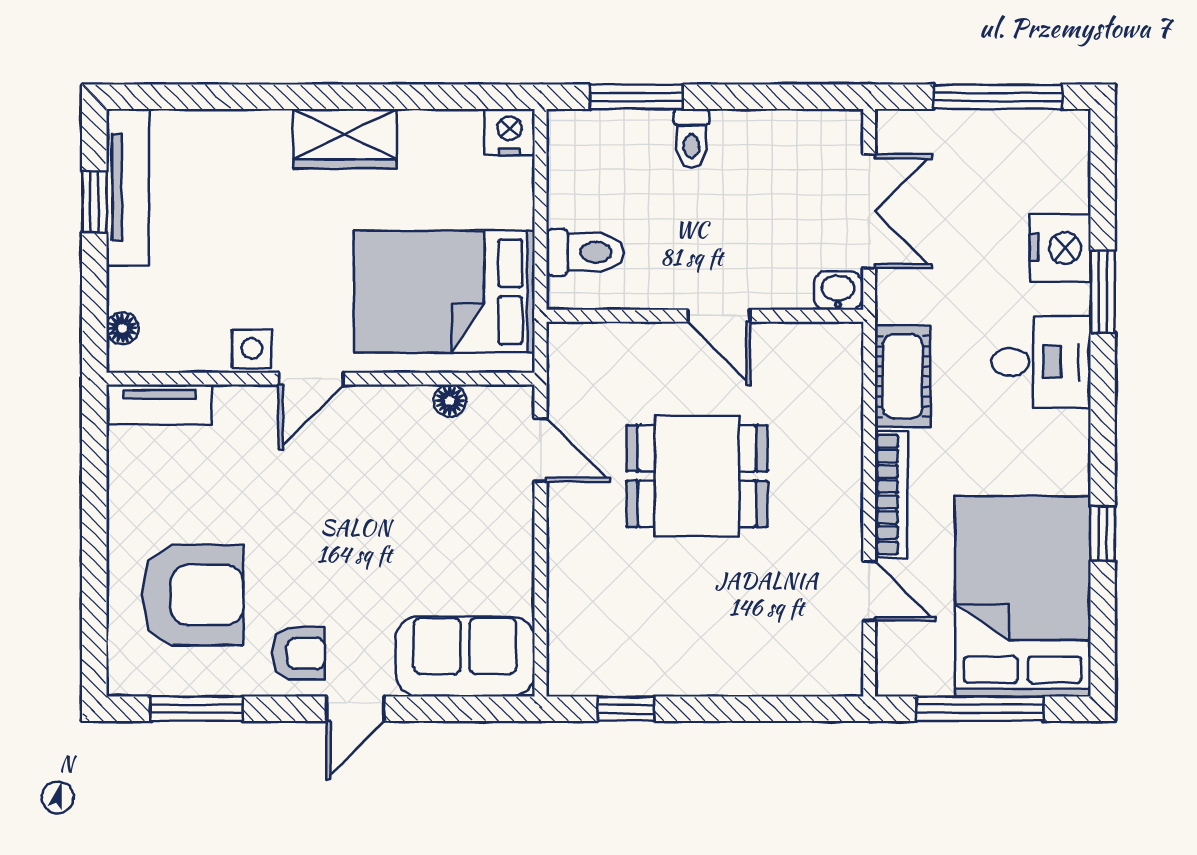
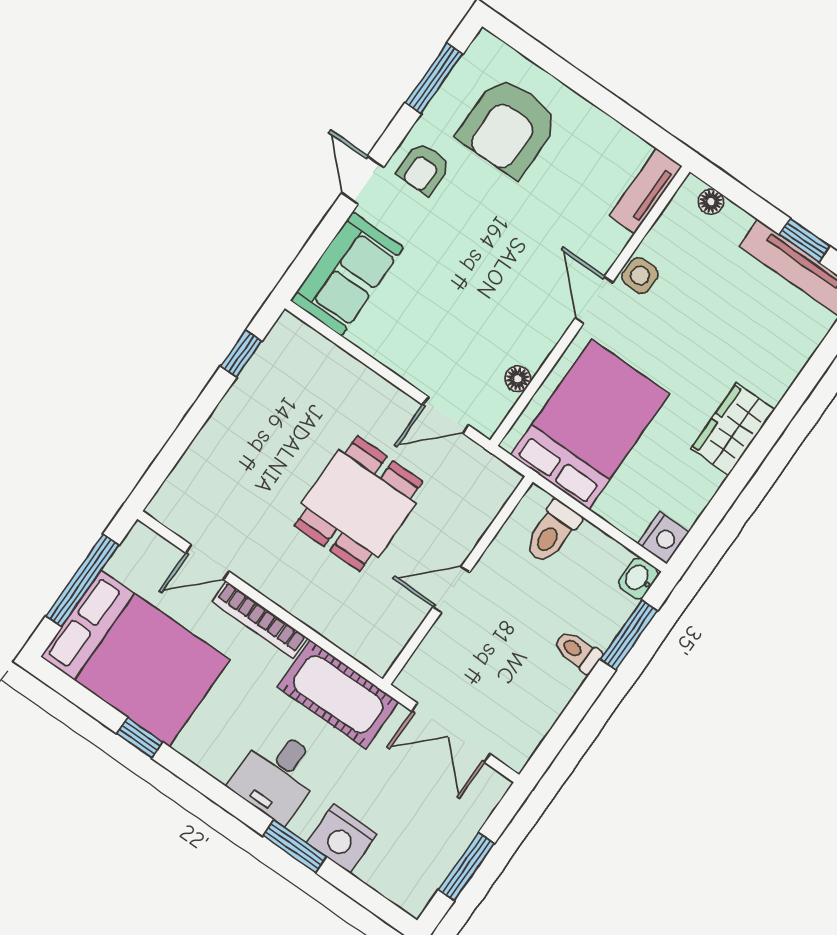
window: (998, 97) -> (467, 867), width x0.69
washbasin: (838, 291) -> (638, 578), moved, turned 180
cot: (902, 376) -> (338, 694), width x1.37, depth x1.34

